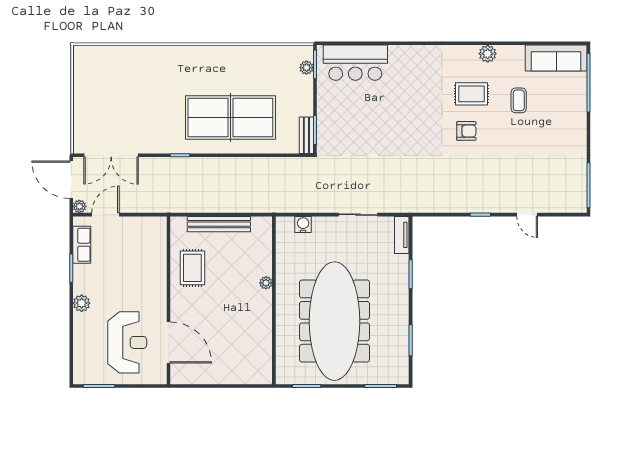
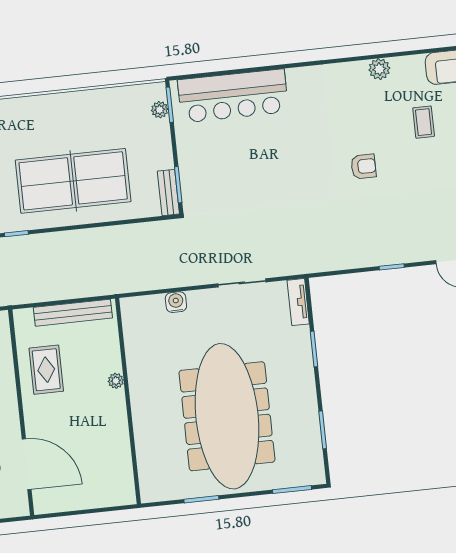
bar counter: (355, 63) -> (233, 96), width x1.36
rug: (471, 94) -> (365, 120), removed
plant: (266, 283) -> (116, 381), moved
wall: (274, 300) -> (128, 401), moved

